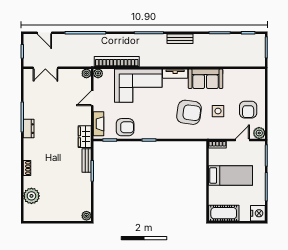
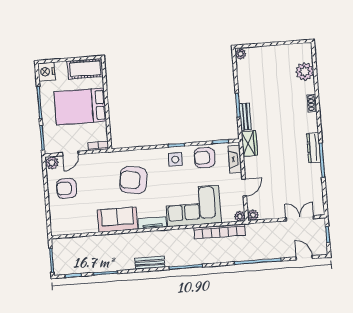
armchair: (248, 110) -> (67, 188), turned -90
side table: (218, 111) -> (175, 159), moved
dresser: (29, 129) -> (314, 148), width x1.44
bed: (231, 175) -> (80, 107), width x1.50

